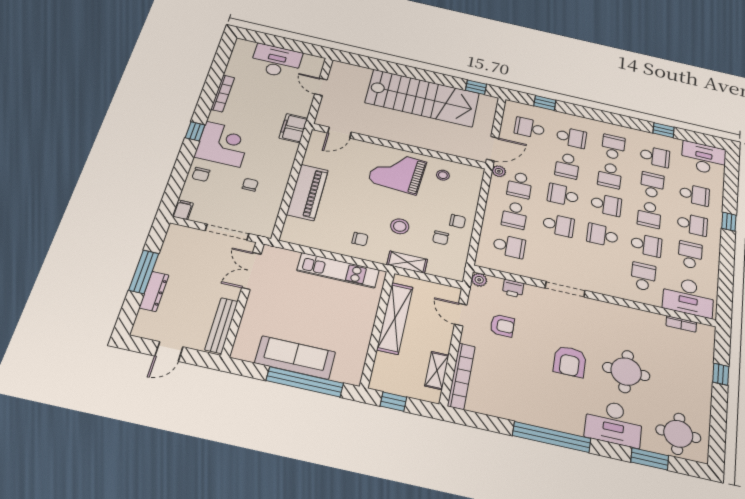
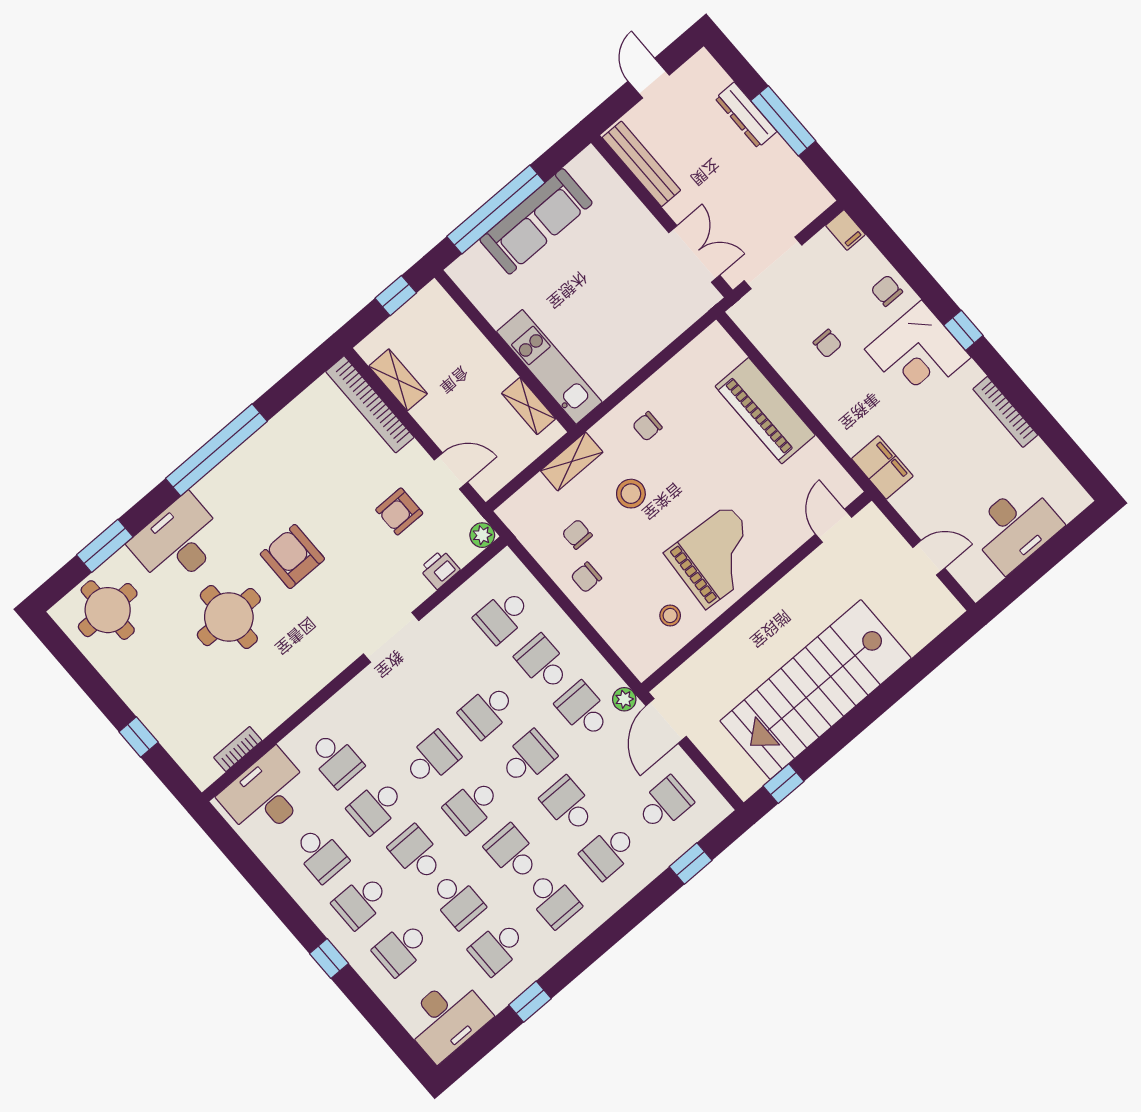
kitchen unit: (338, 270) -> (549, 367), moved, turned 90
shelving: (395, 318) -> (529, 406), width x0.45, depth x0.75

